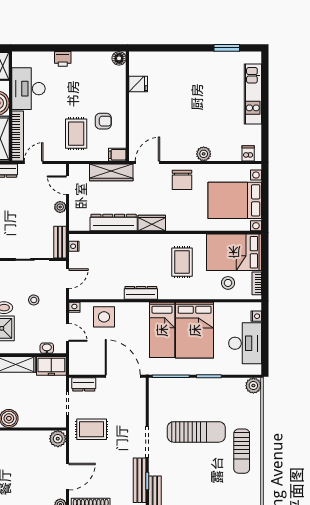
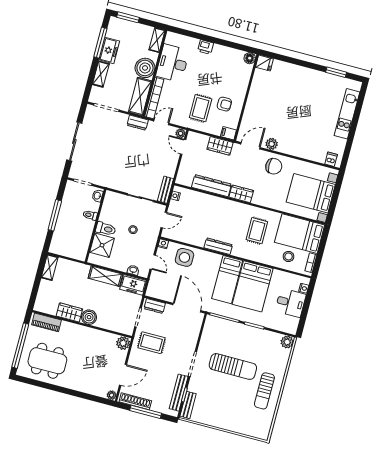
fridge: (138, 84) -> (264, 63), moved
plant: (204, 154) -> (272, 144), moved
wardrobe: (111, 172) -> (220, 146), width x0.67
chair: (182, 180) -> (274, 166), turned -90
plant: (60, 207) -> (181, 133), moved
desk: (245, 343) -> (291, 303), width x0.73

